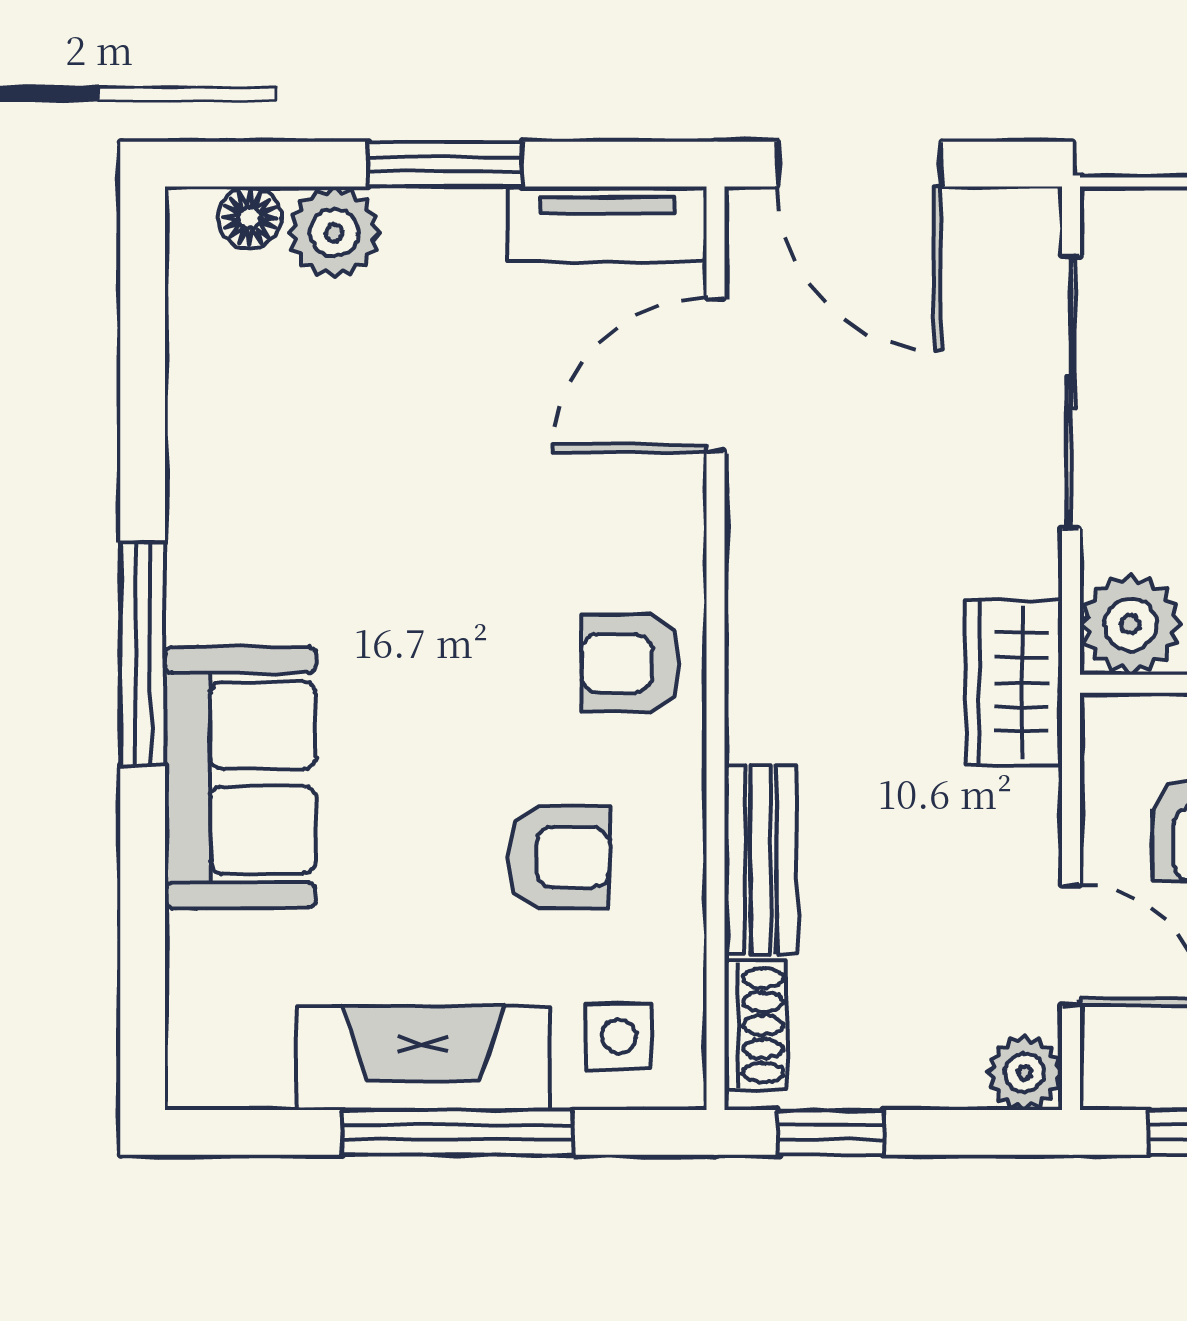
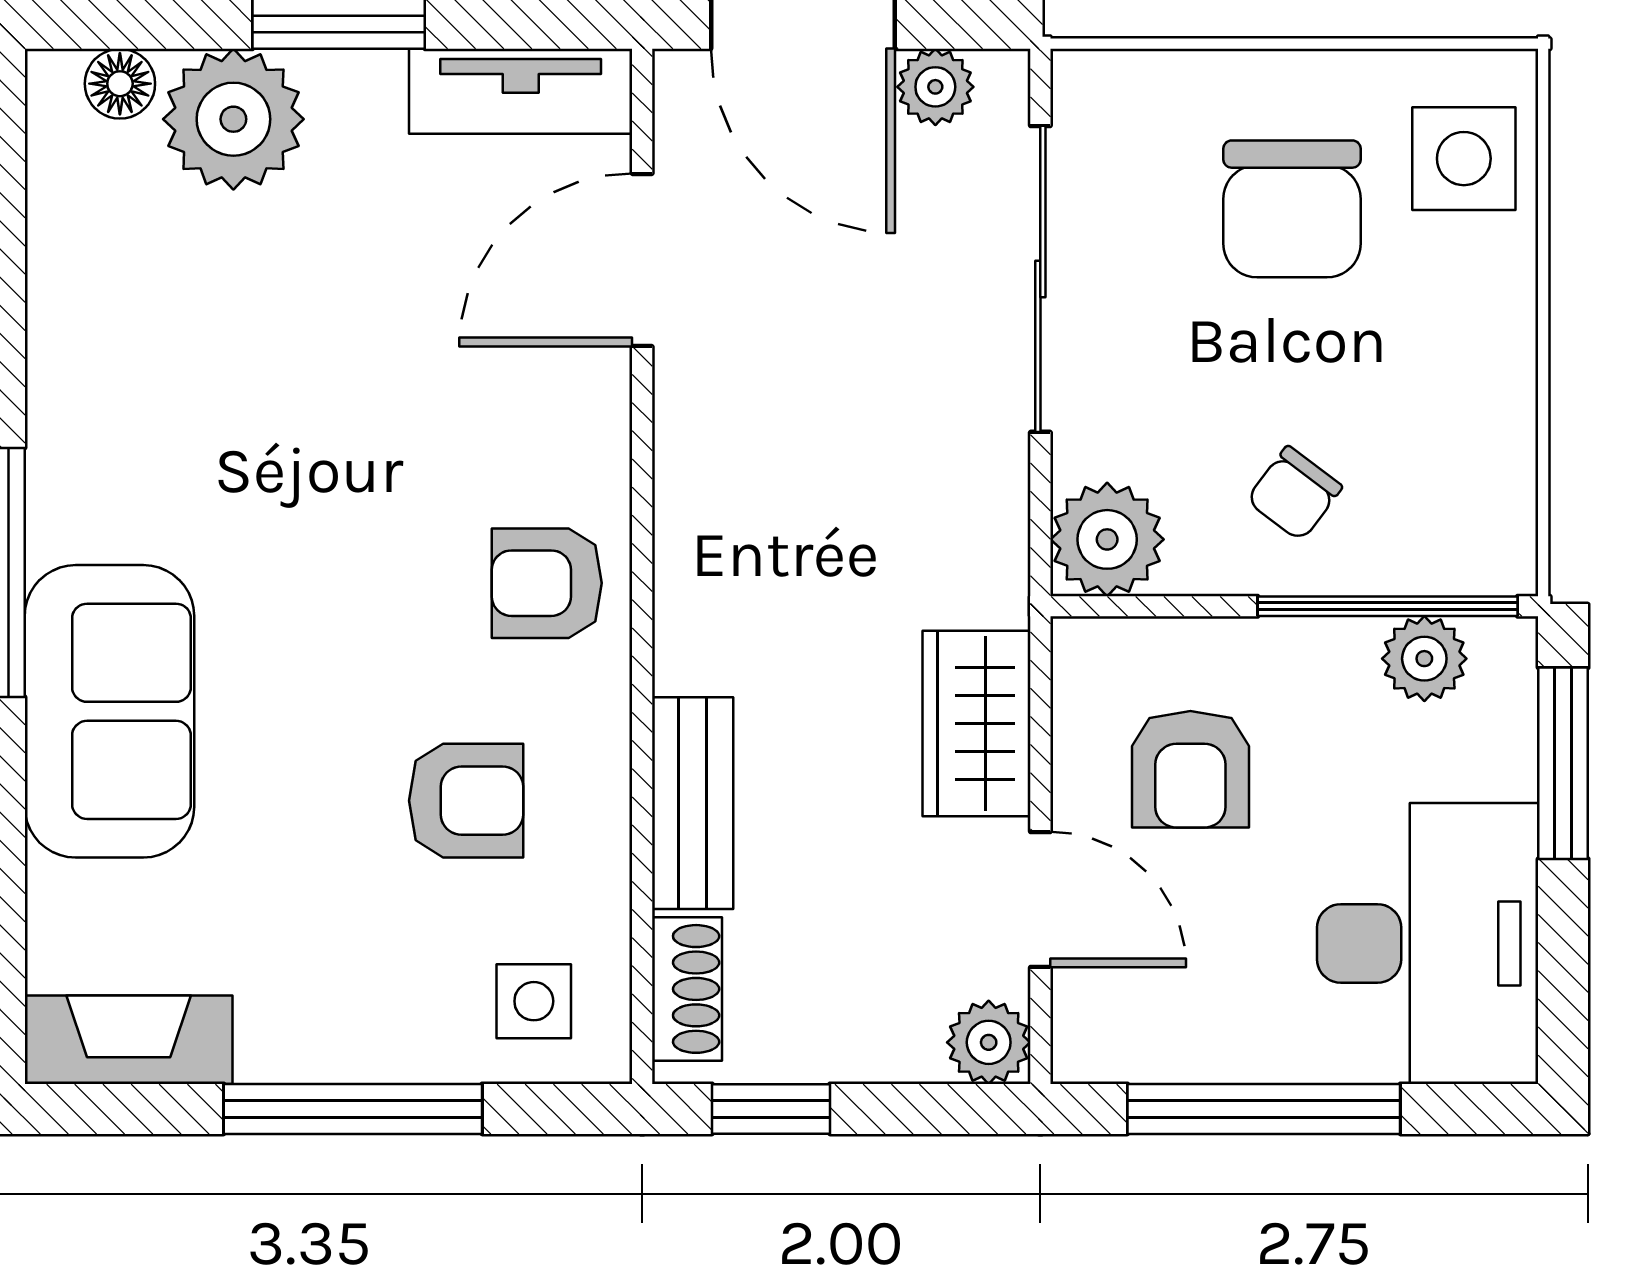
plant: (977, 220) -> (935, 87), added
plant: (334, 233) -> (233, 119), width x1.36, depth x1.36
wardrobe: (1014, 683) -> (977, 723), moved
fireplace: (423, 1058) -> (129, 1040), moved, width x0.73, depth x0.76

